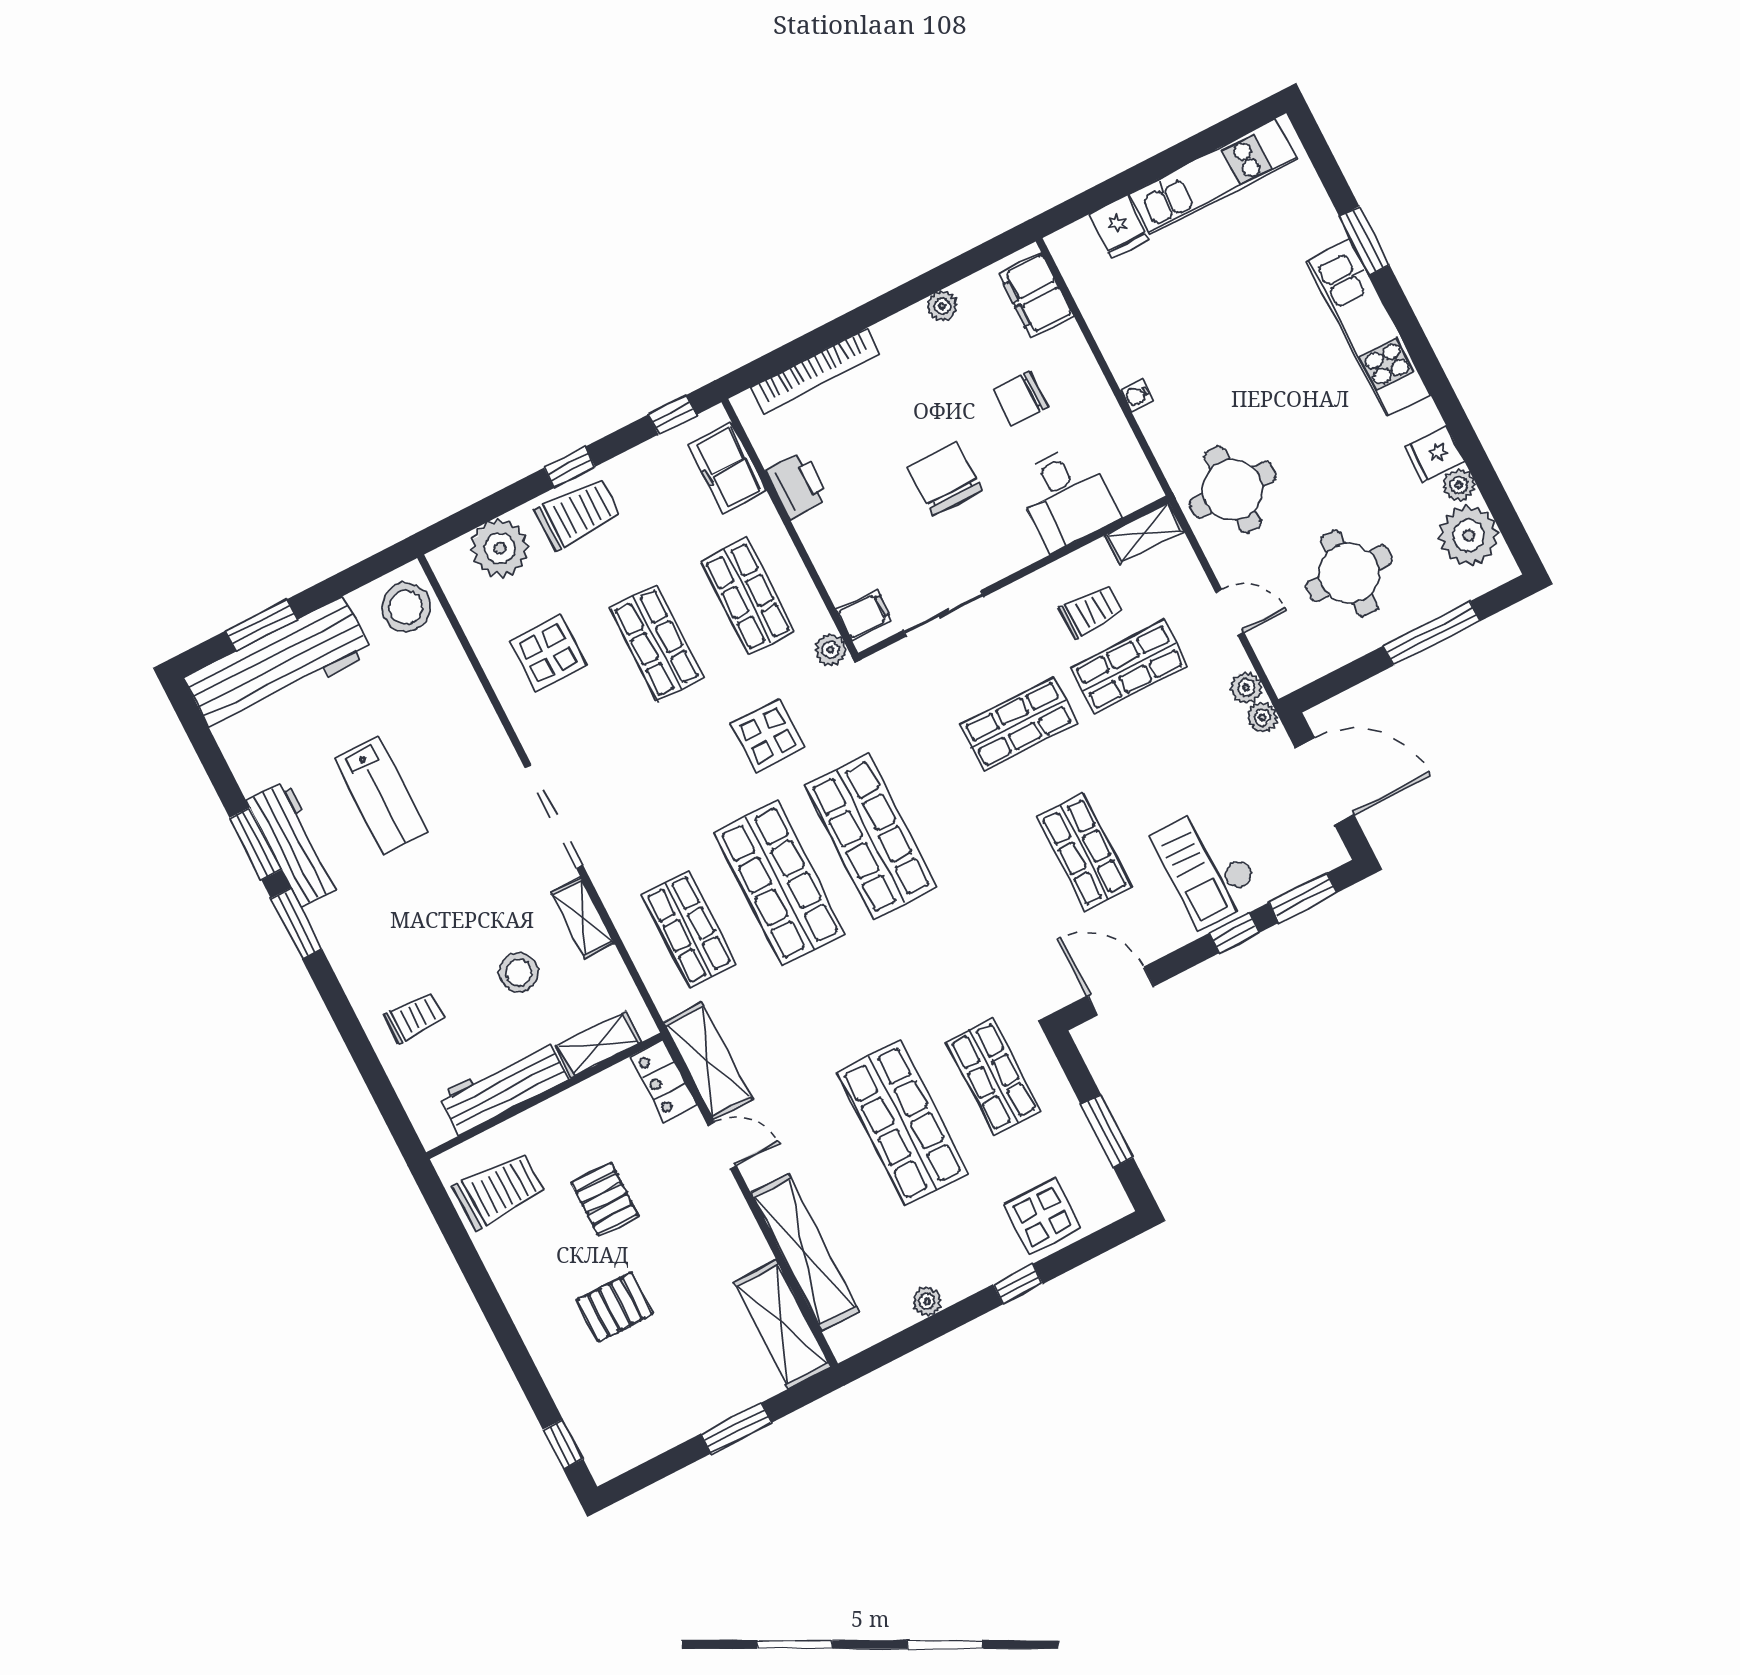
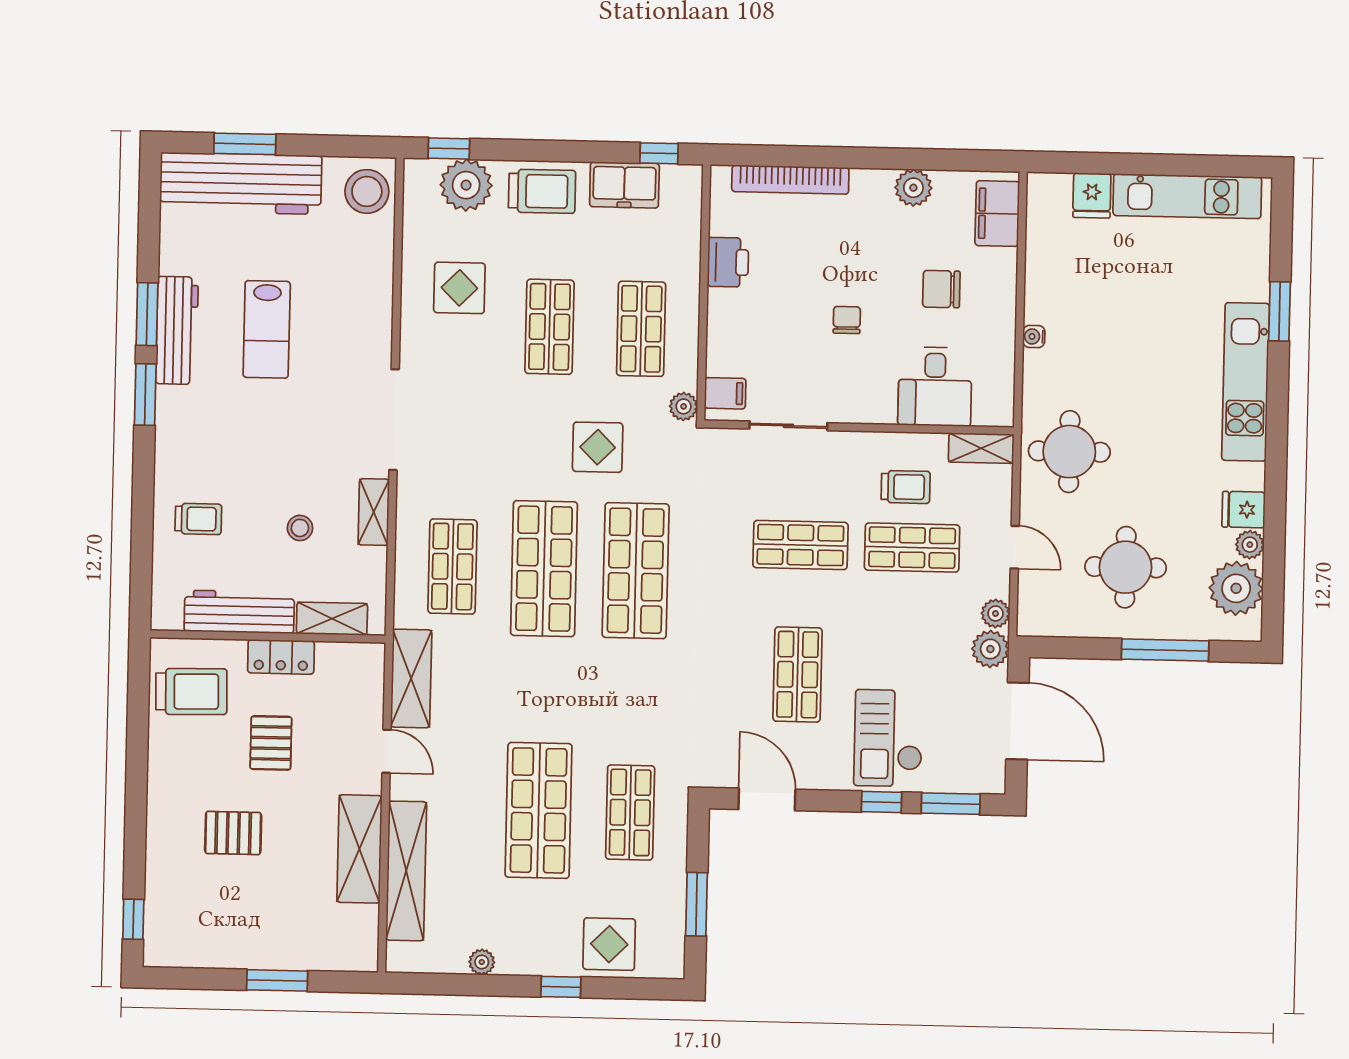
plant: (942, 306) -> (913, 188), width x1.38, depth x1.38
window: (570, 467) -> (449, 149), moved
freezer: (727, 468) -> (624, 185), moved, turned -90
chair: (945, 479) -> (847, 320), width x0.54, depth x0.54
plant: (1262, 717) -> (990, 649), width x1.38, depth x1.38
stool: (519, 972) -> (300, 528), width x0.73, depth x0.73
locker: (664, 1081) -> (281, 657), moved, turned -90
shelving: (783, 1324) -> (359, 849), moved

